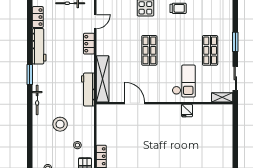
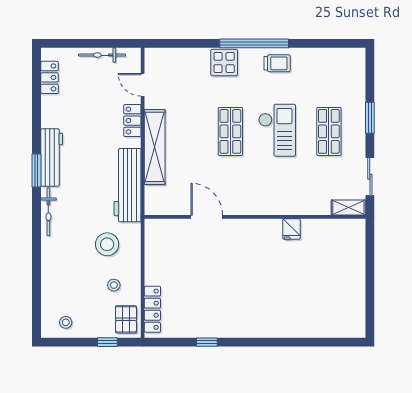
door: (95, 22) -> (143, 85), swing flipped
workbench: (39, 46) -> (52, 157), moved
shelving: (103, 79) -> (155, 147), moved
checkout: (184, 81) -> (277, 130), moved
workbench: (88, 90) -> (128, 185), width x1.36, depth x1.32
stool: (60, 124) -> (107, 244), moved

